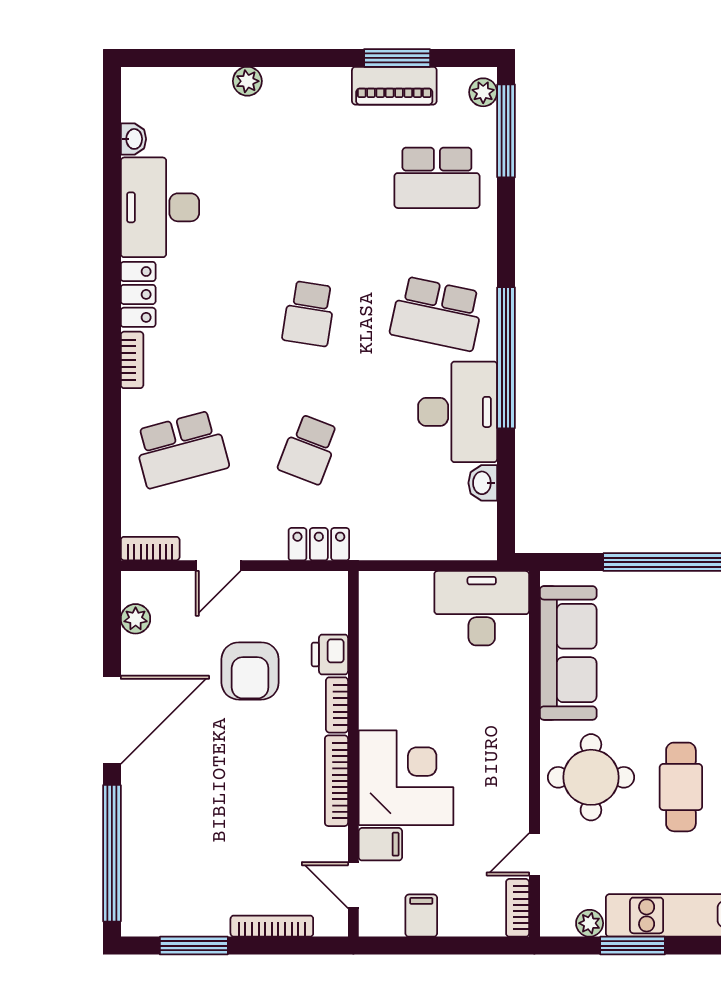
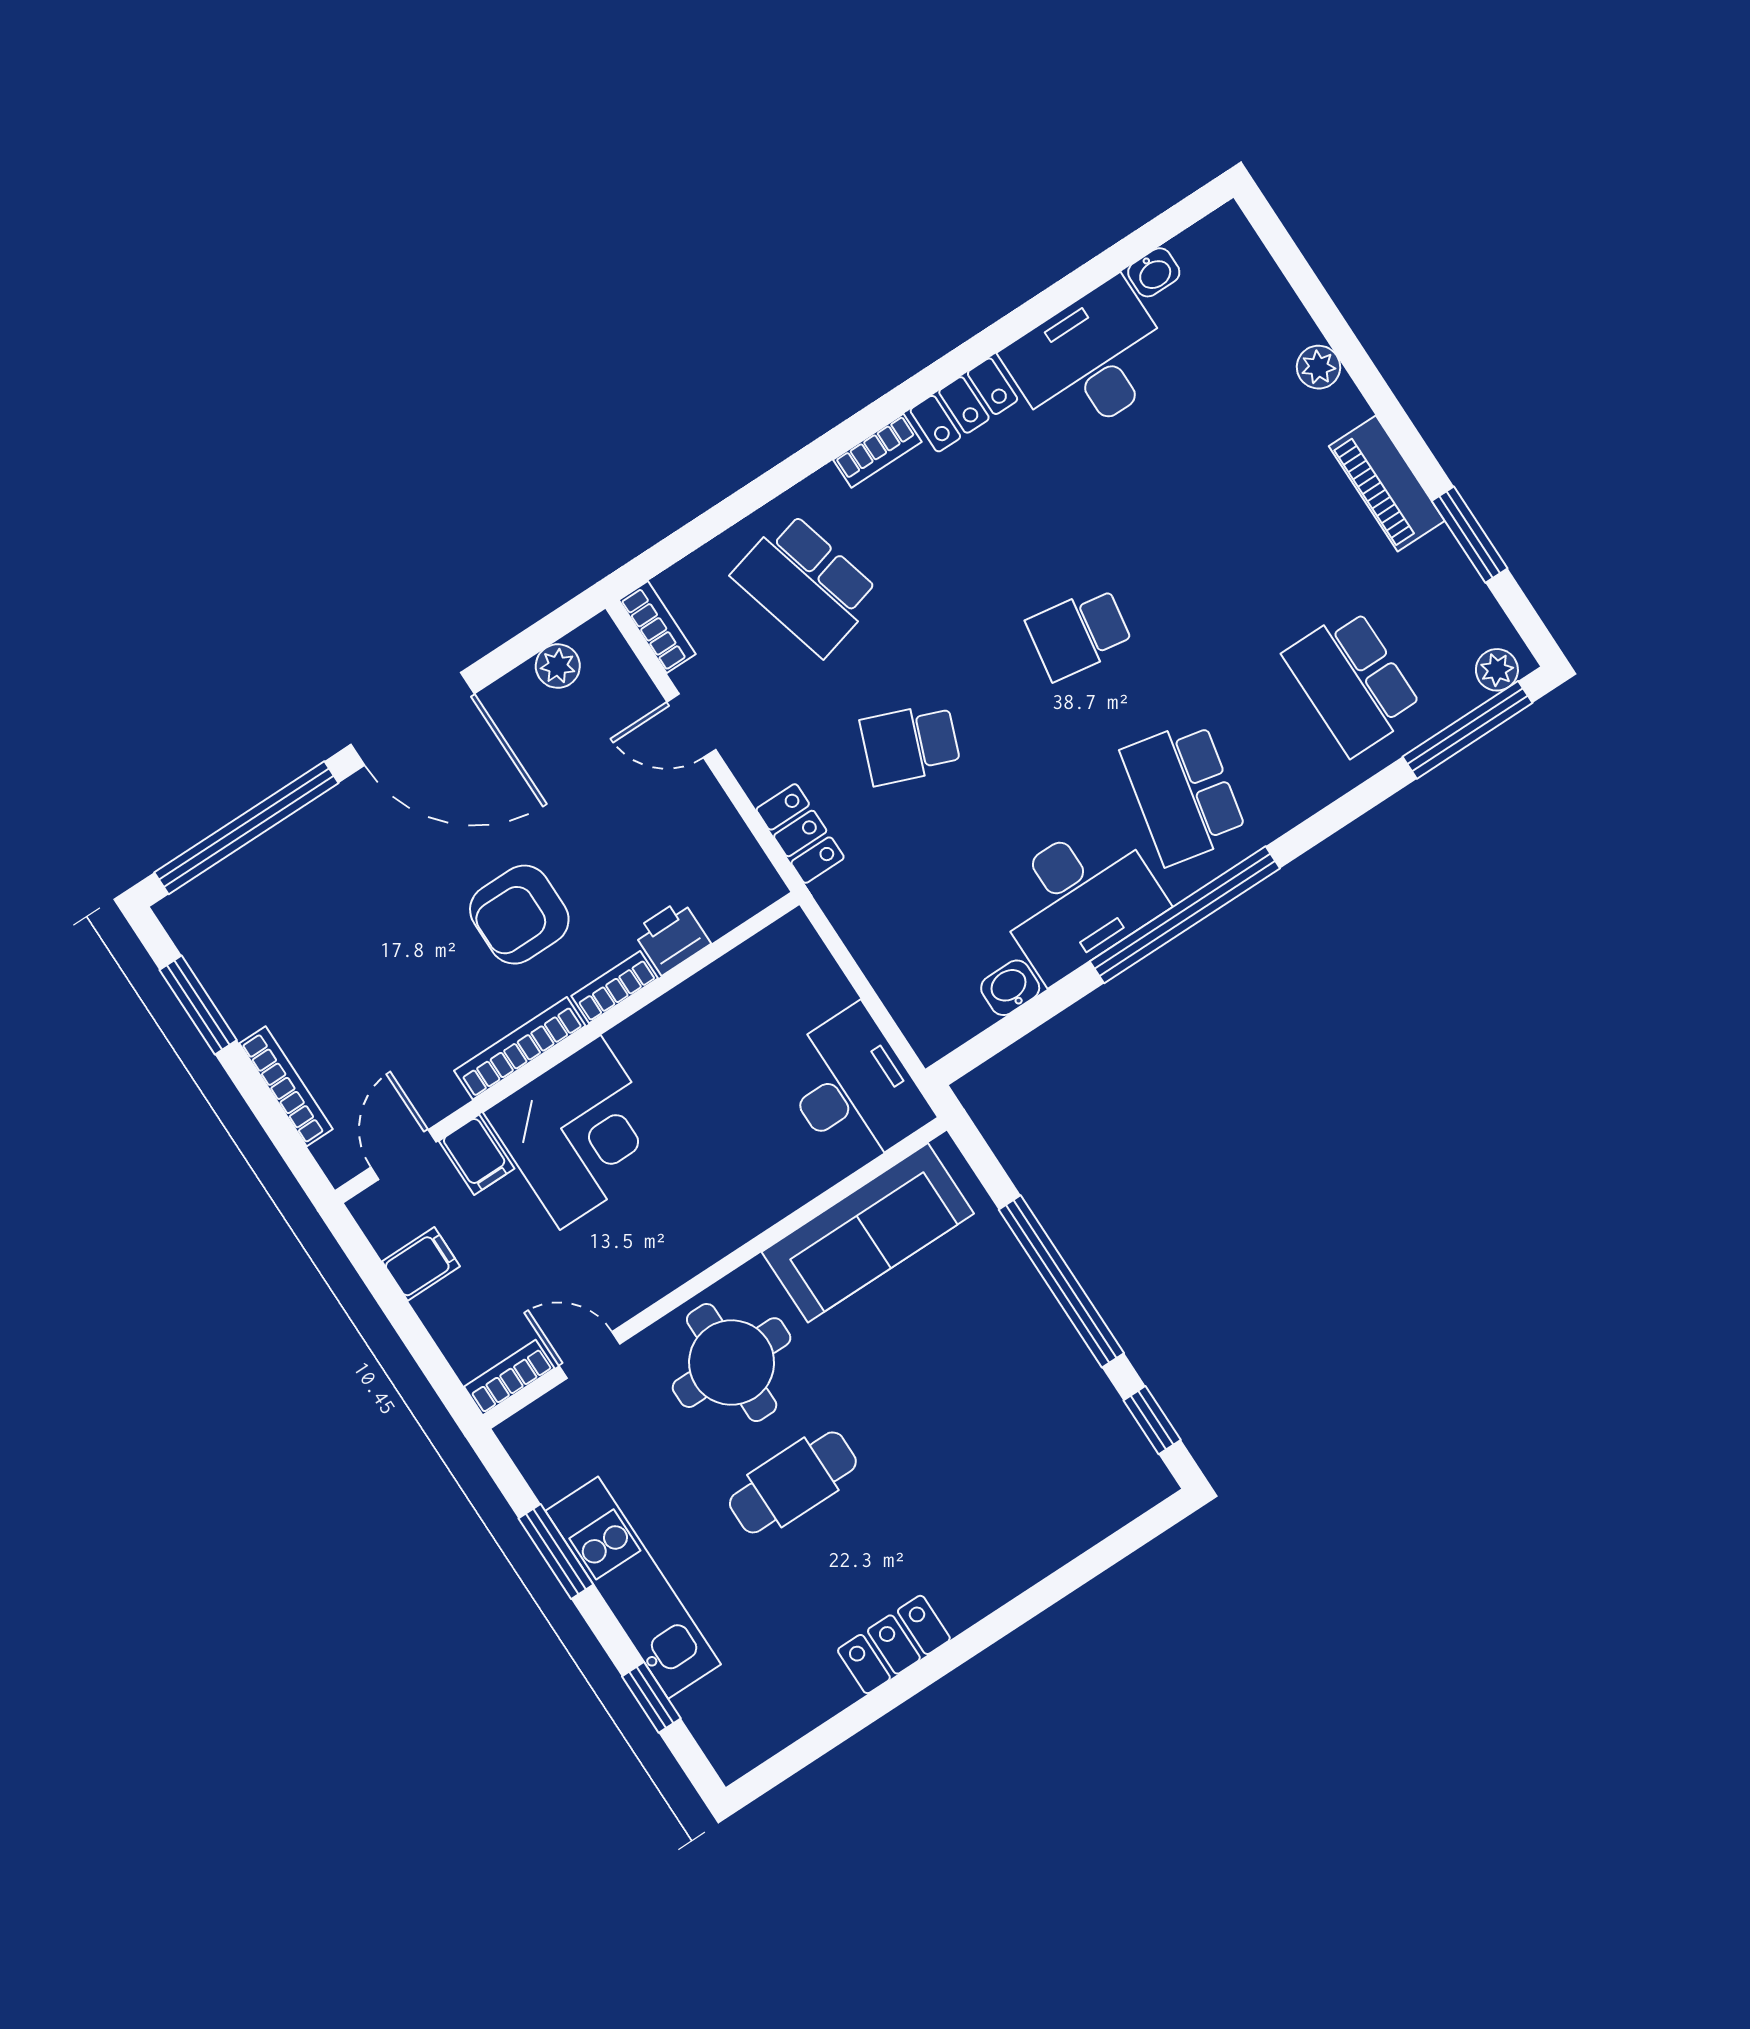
piano: (394, 86) -> (1387, 484), moved
armchair: (250, 671) -> (519, 915), moved
plant: (590, 923) -> (549, 1480), removed

